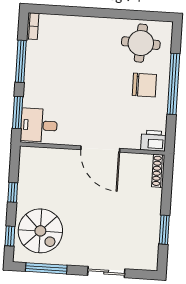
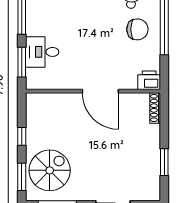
desk: (39, 125) -> (42, 52), moved
spiral stairs: (40, 231) -> (50, 170), turned -90
window: (10, 236) -> (22, 177), width x1.50

